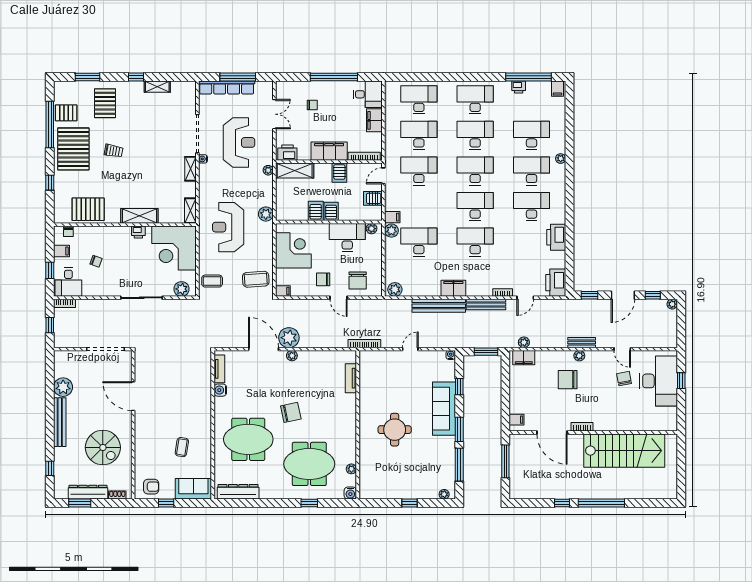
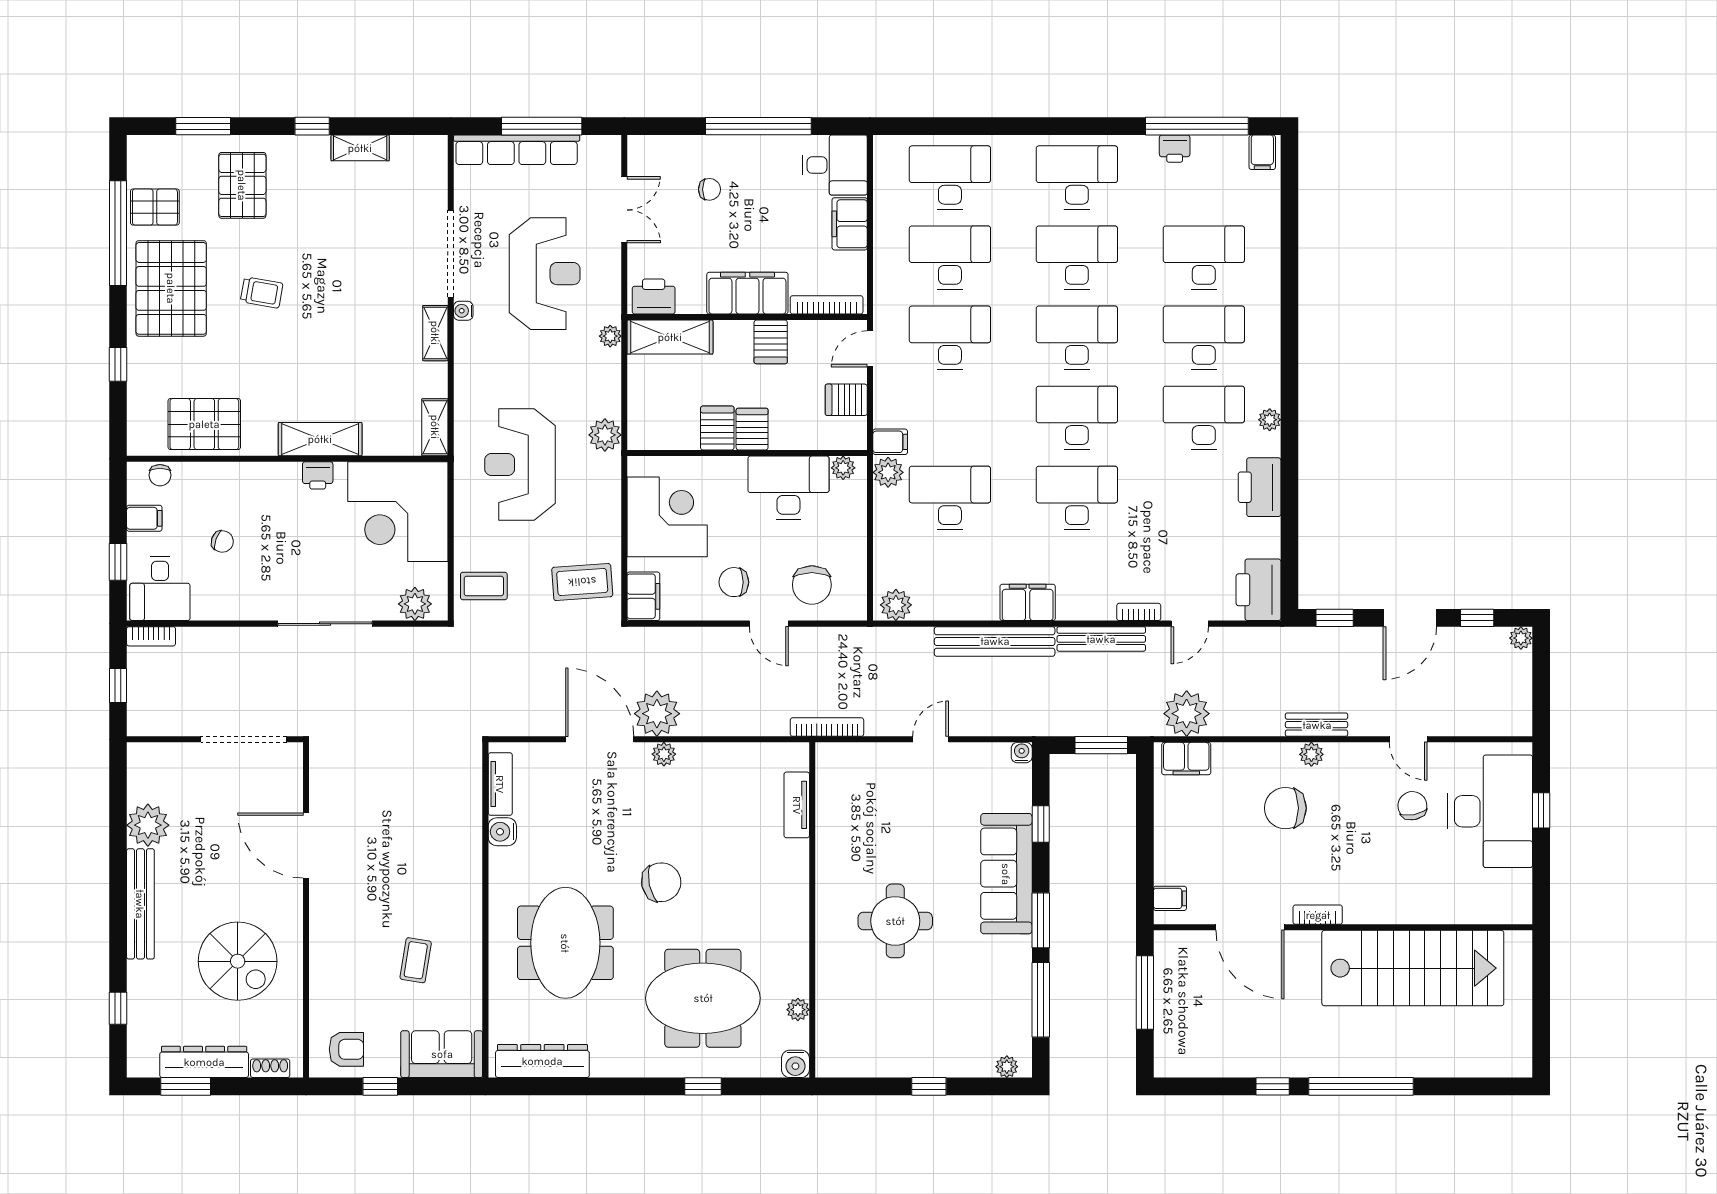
plant: (561, 159) -> (1270, 420), moved
filing cabinet: (283, 291) -> (643, 596), width x2.00
plant: (524, 342) -> (1187, 714), width x1.88, depth x1.88
meeting table: (248, 439) -> (565, 943), turned 90

